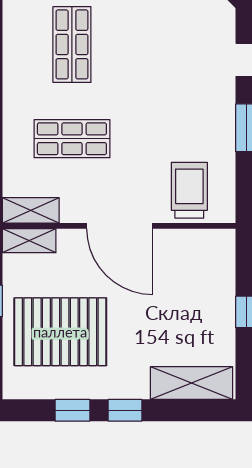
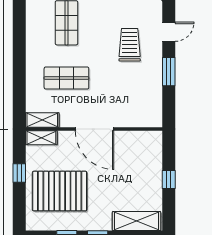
trolley: (189, 190) -> (130, 45), moved

